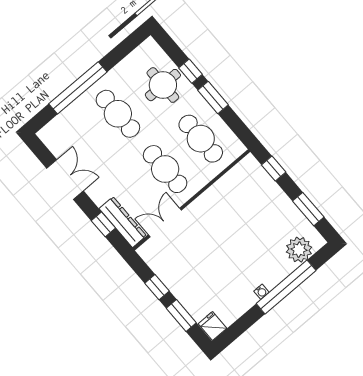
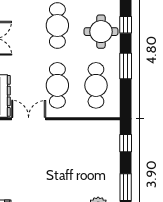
window: (190, 71) -> (126, 25), moved

